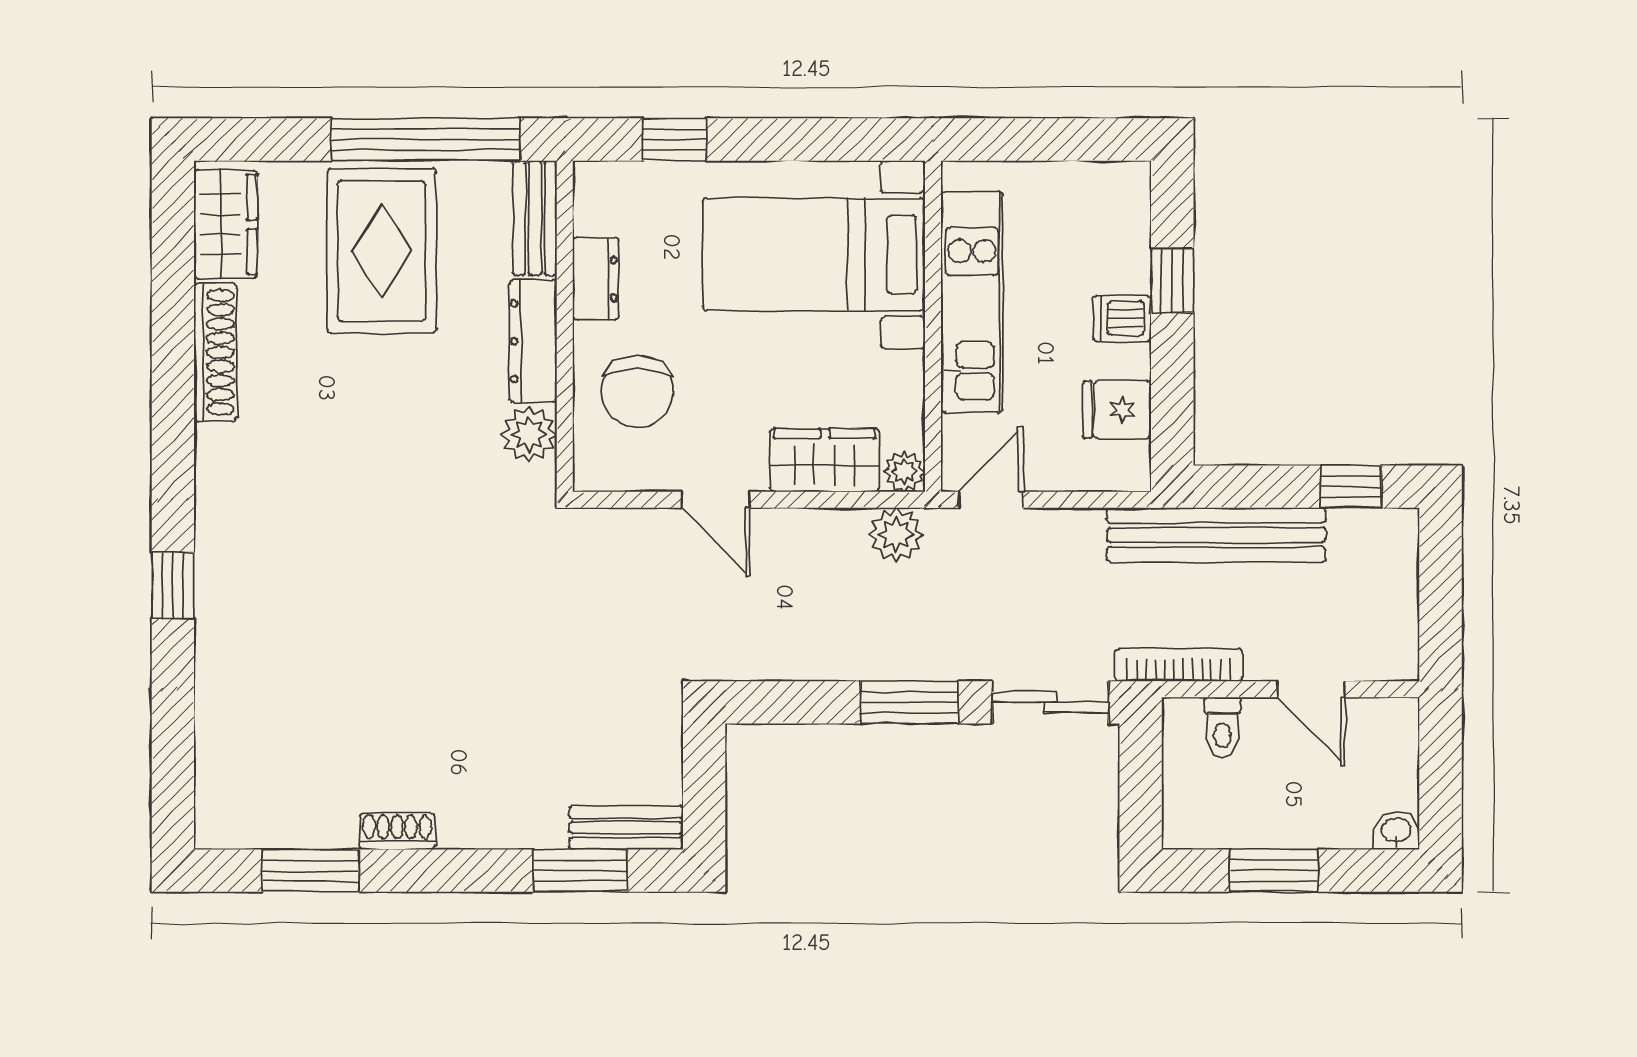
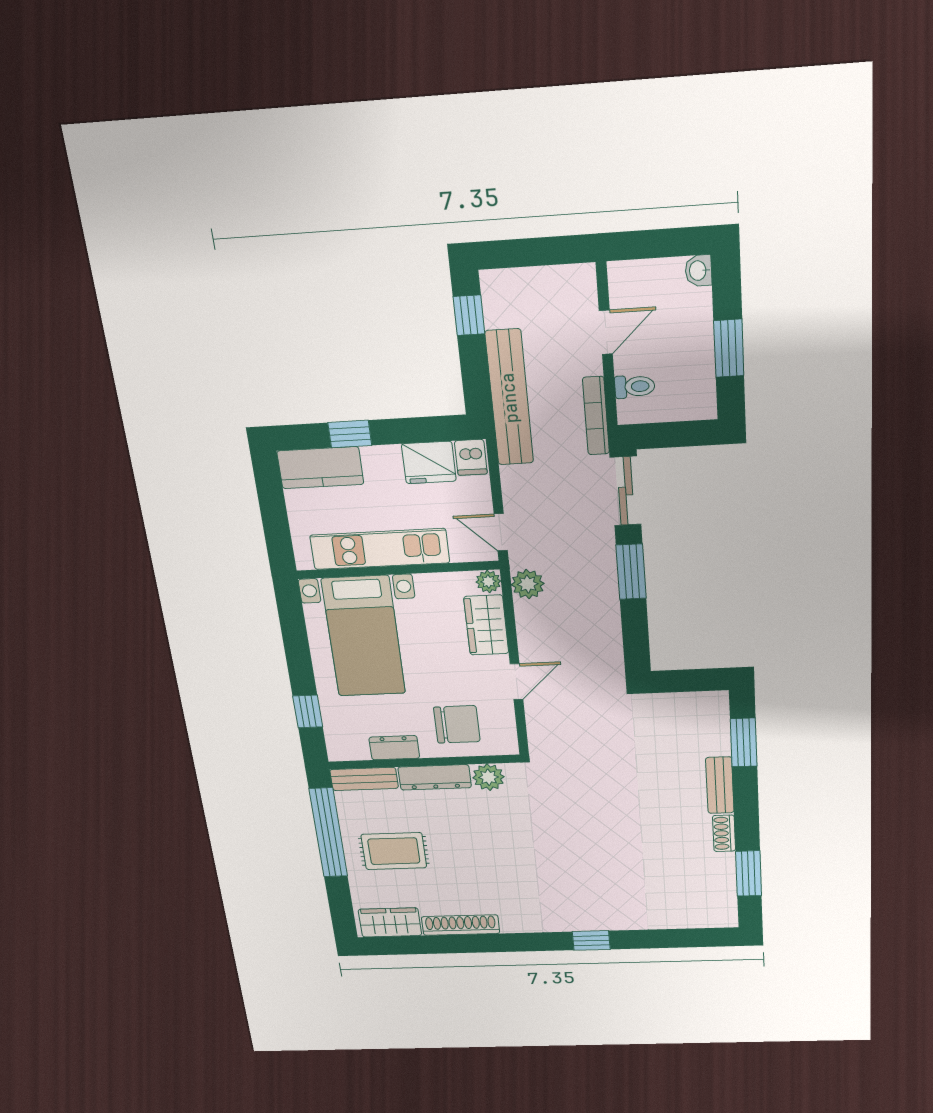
kitchen counter: (1119, 226) -> (320, 468), added
rug: (382, 251) -> (394, 851), width x0.73, depth x0.70
dishwasher: (1122, 318) -> (471, 457), moved
fridge: (1117, 410) -> (429, 463), width x1.38
bench: (626, 828) -> (720, 785), moved

